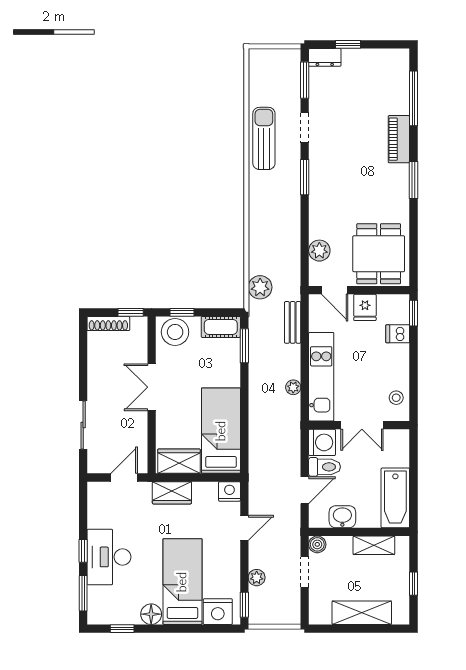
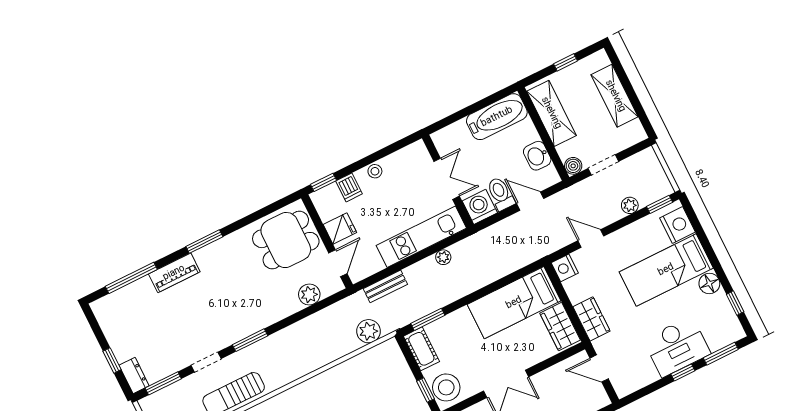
stool: (396, 398) -> (375, 171), moved
shelving: (374, 545) -> (551, 113), width x1.50, depth x1.33

